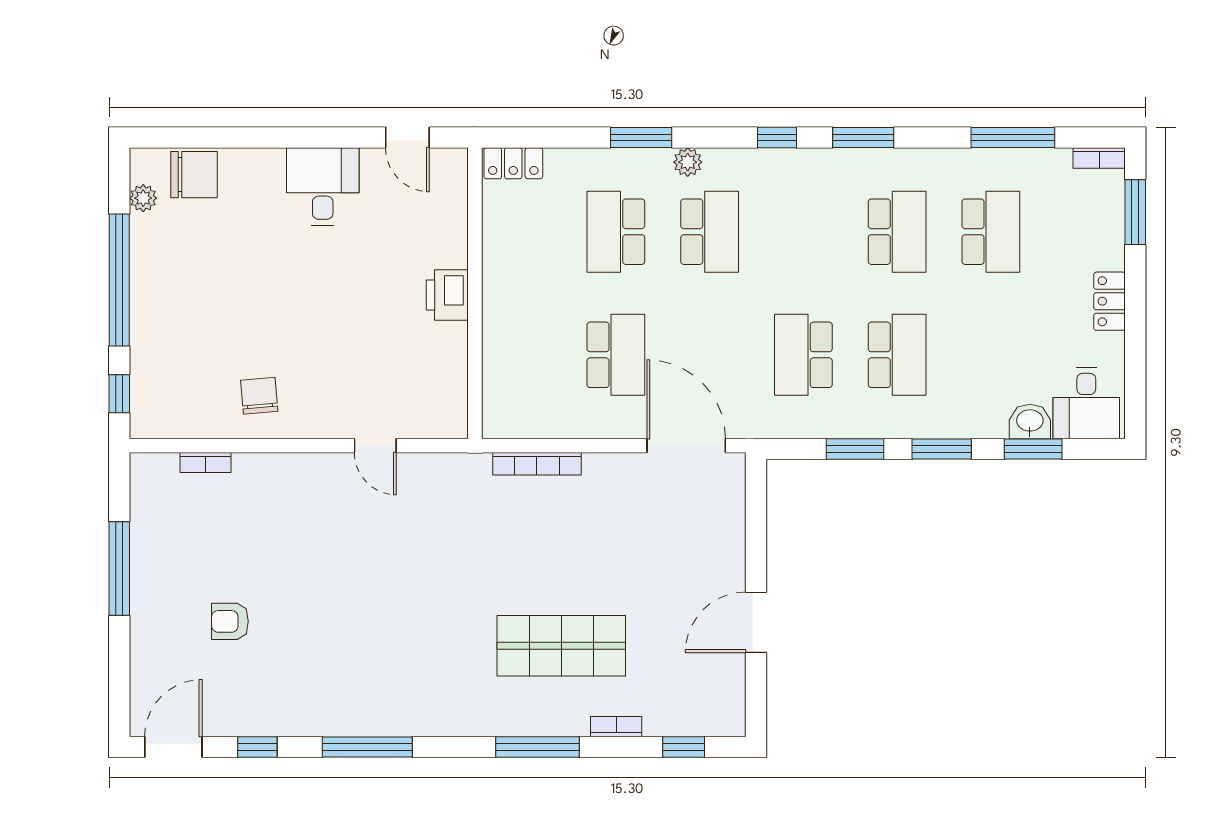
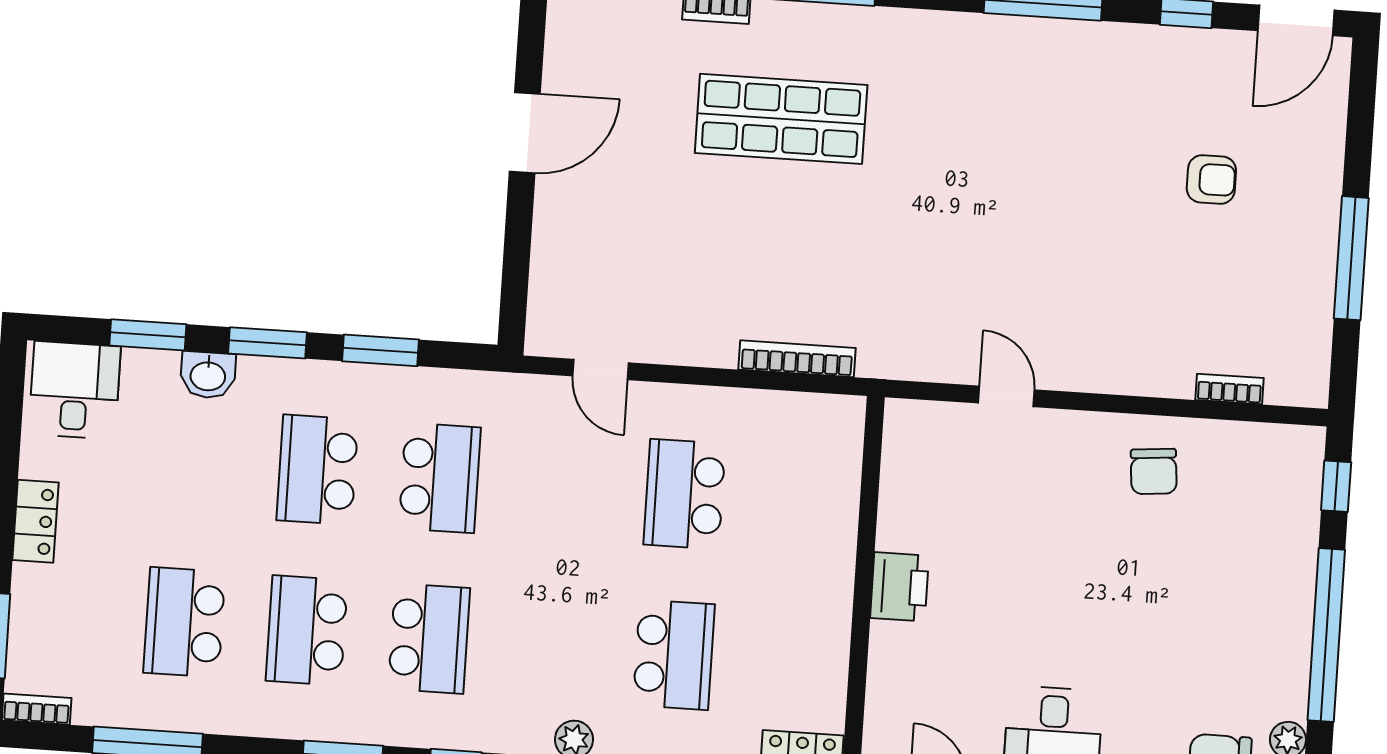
school desk: (710, 232) -> (429, 639), moved, turned 180
washbasin: (1030, 422) -> (208, 375), moved
door: (686, 446) -> (601, 369), width x0.53

